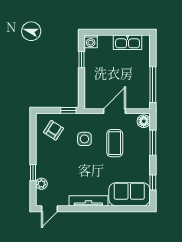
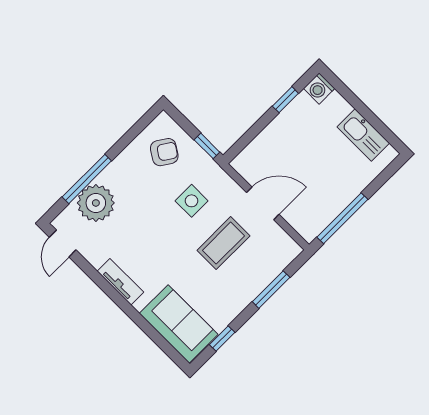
floor lamp: (144, 121) -> (286, 252), removed
window: (33, 173) -> (87, 179), width x2.17
plant: (41, 184) -> (96, 203), width x1.88, depth x1.88
tv unit: (88, 201) -> (120, 282), width x0.71
door: (49, 209) -> (63, 244), hinge flipped

